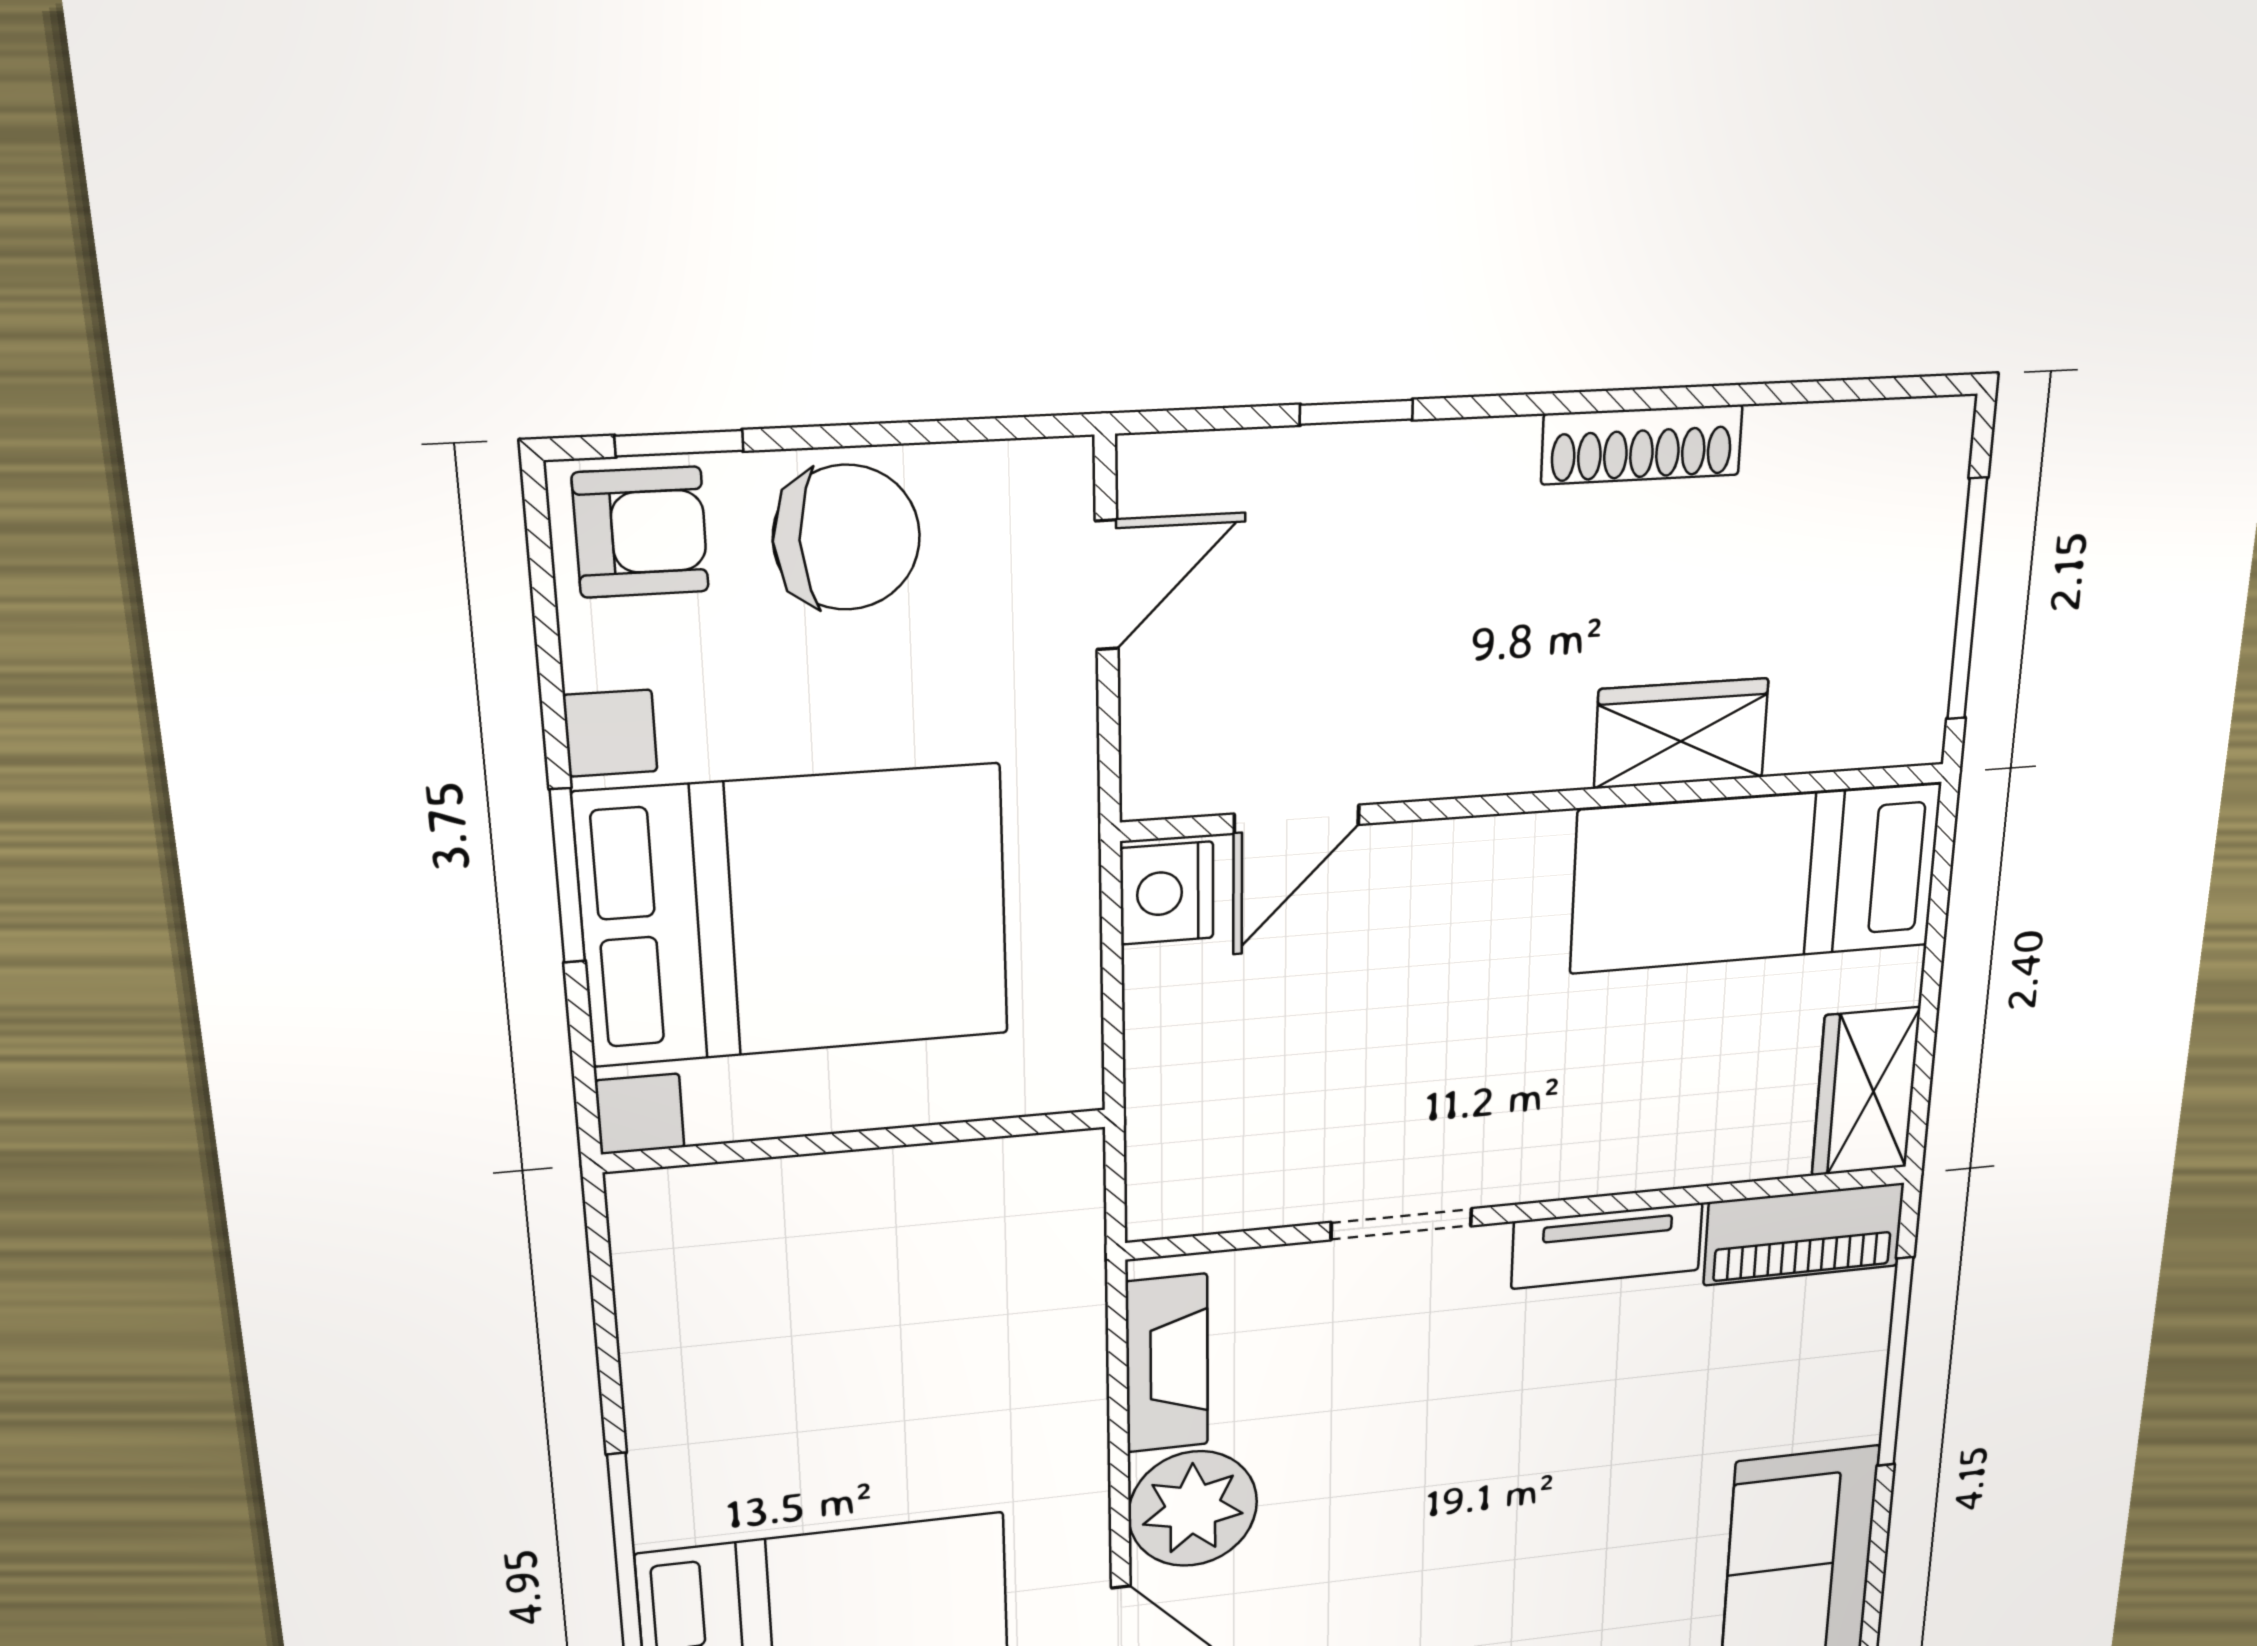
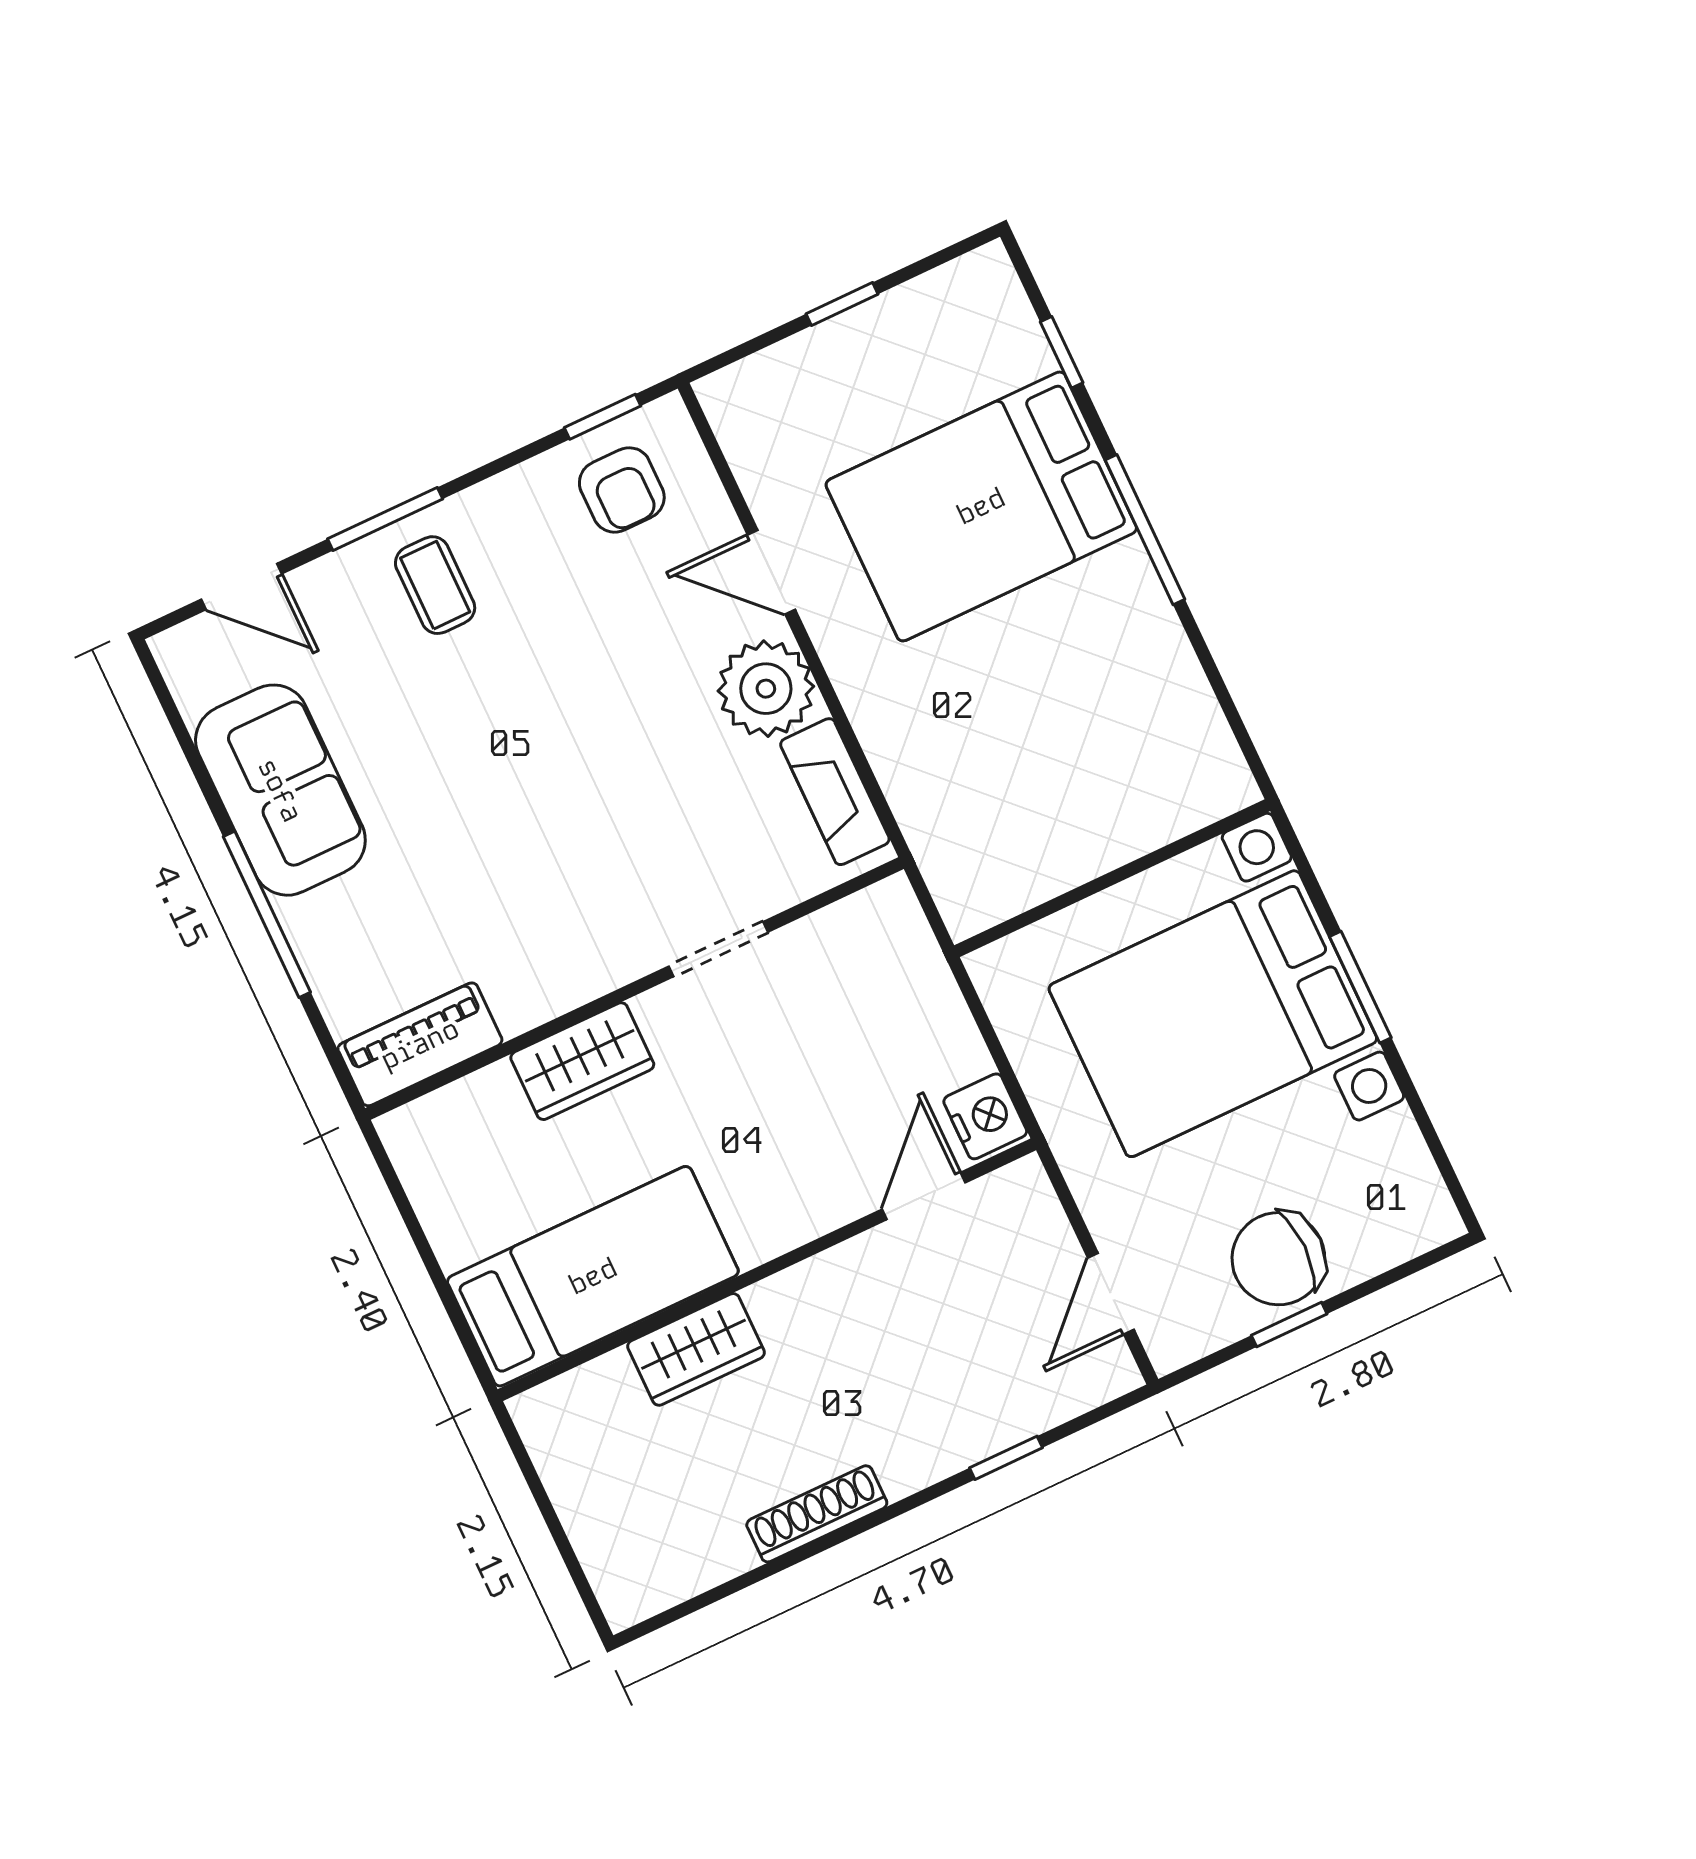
window: (679, 443) -> (1289, 1325), moved
armchair: (641, 532) -> (1398, 1213), removed
window: (1967, 600) -> (547, 1510), removed
wardrobe: (1866, 1092) -> (582, 1061), moved, turned 90
tv unit: (1607, 1246) -> (562, 985), removed
window: (1895, 1363) -> (267, 914), moved

